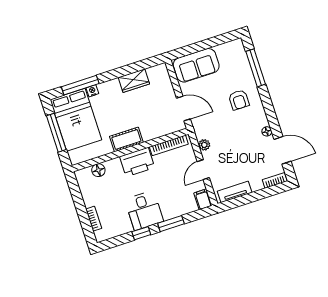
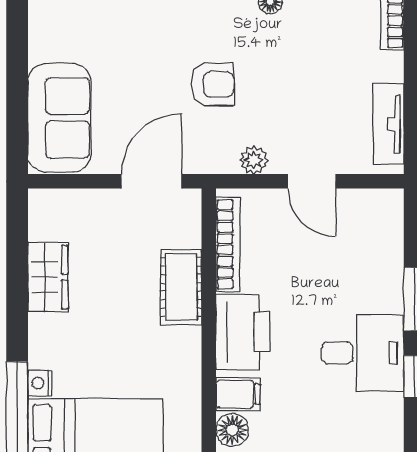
armchair: (239, 100) -> (213, 84), moved
cot: (126, 139) -> (181, 287), moved
filing cabinet: (203, 199) -> (238, 394), moved, turned 180

